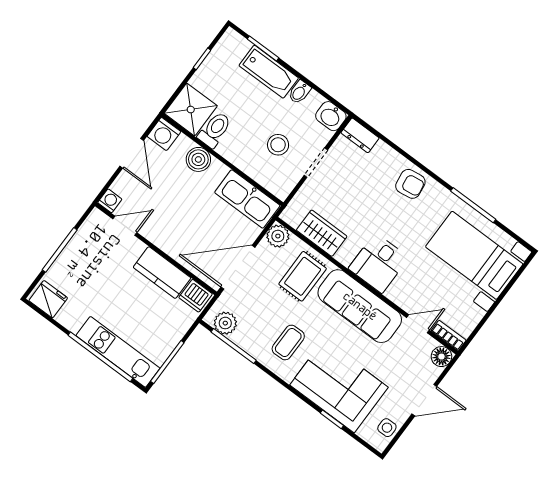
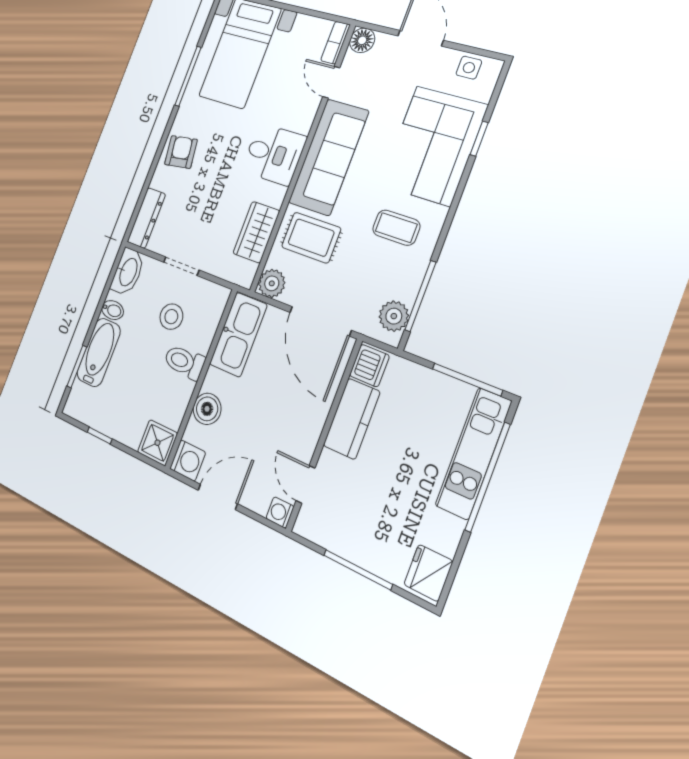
shower: (191, 110) -> (157, 443), width x0.73, depth x0.73
washbasin: (331, 116) -> (128, 272), width x1.38
toilet: (215, 130) -> (184, 362), moved
dresser: (360, 135) -> (146, 218), width x1.44

